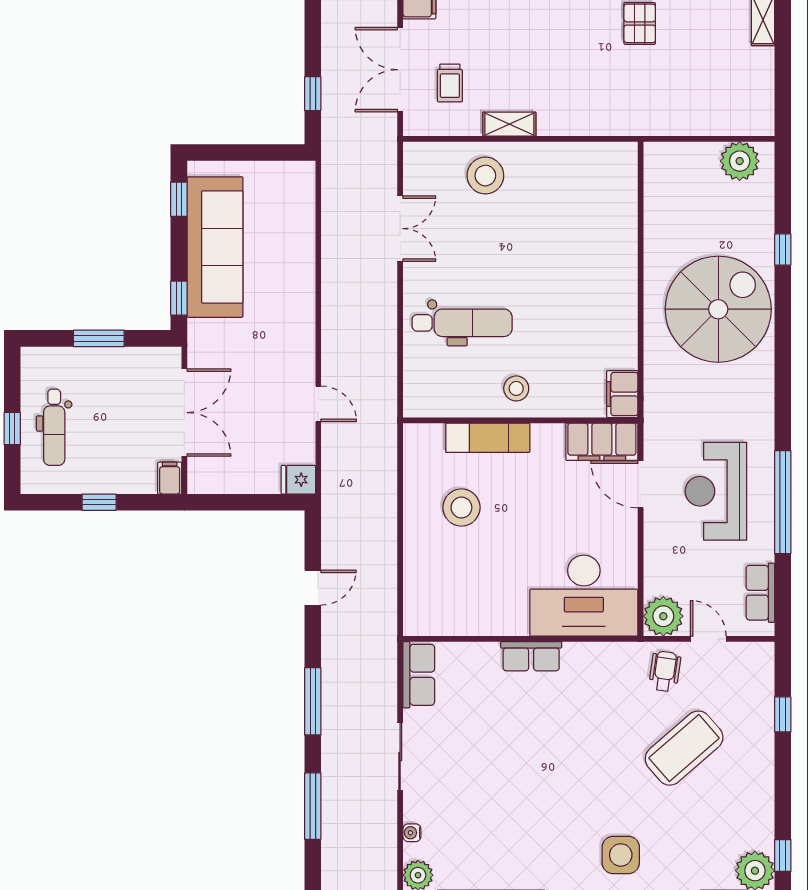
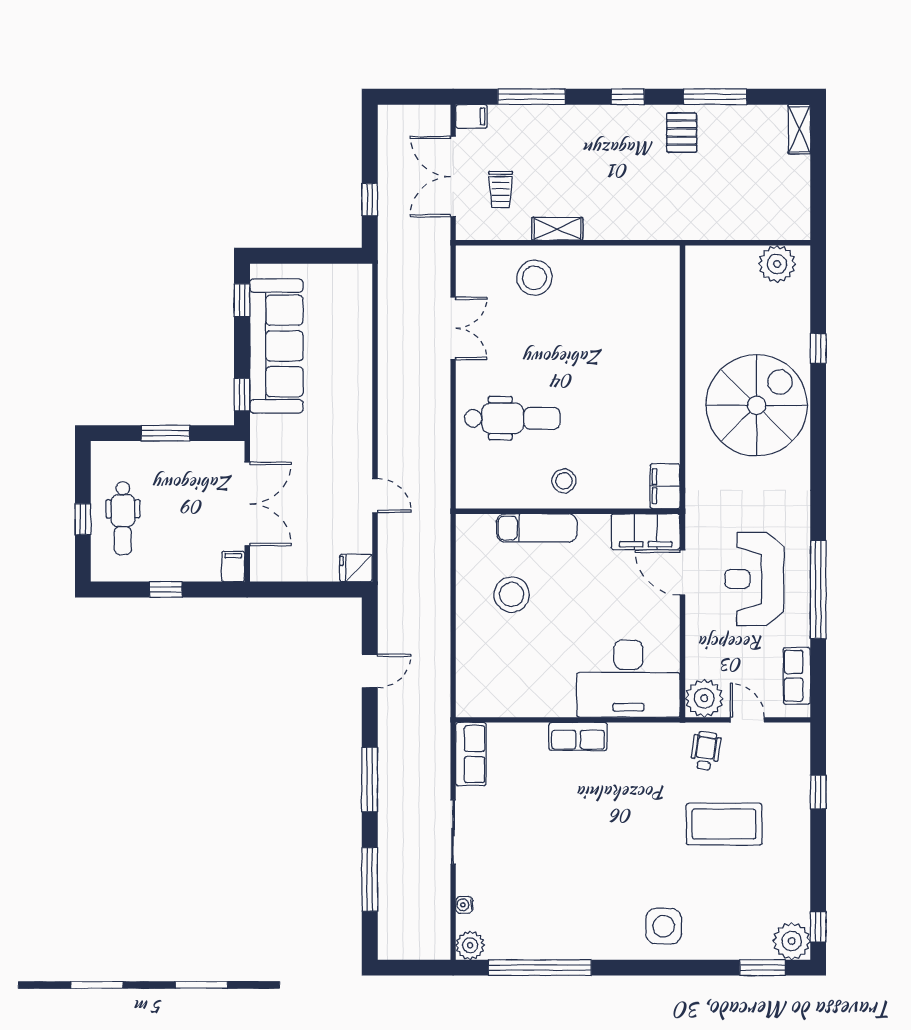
coffee table: (684, 748) -> (724, 824), turned 41

